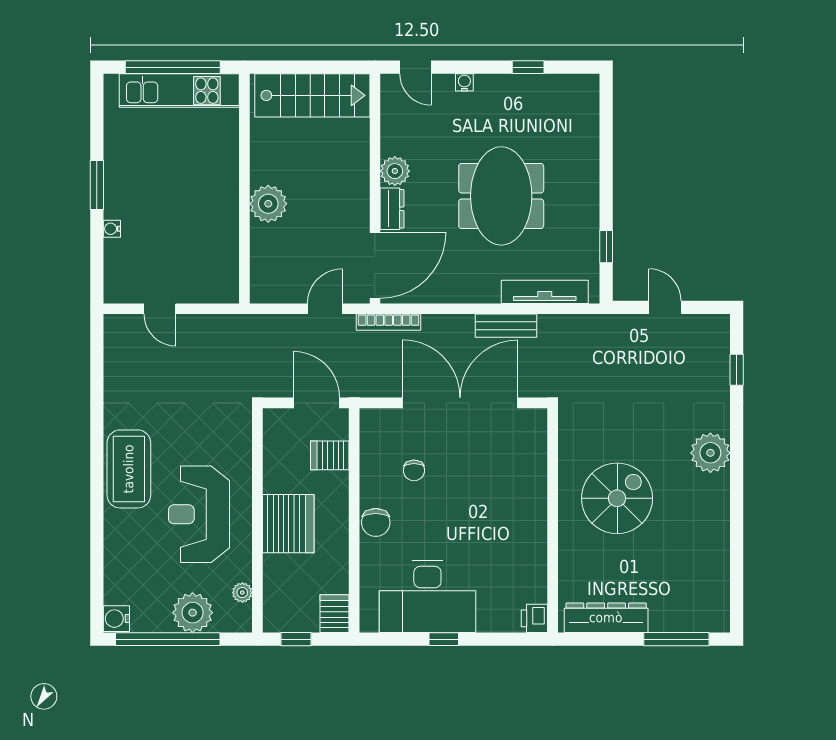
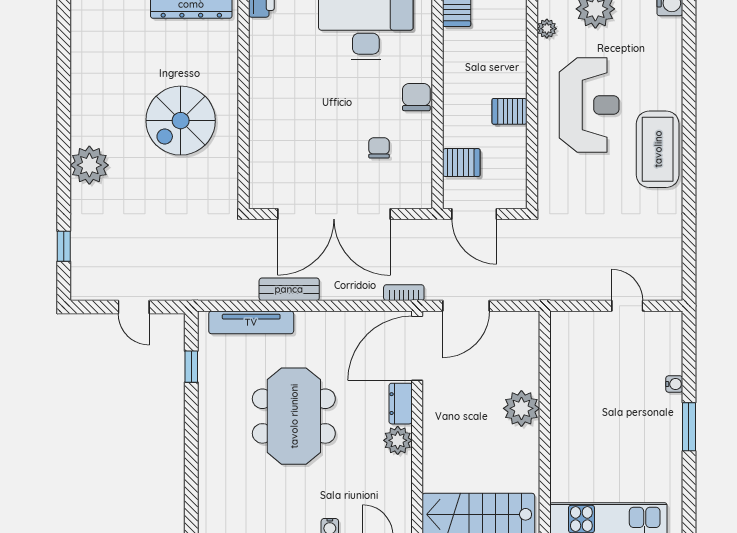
door: (325, 309) -> (466, 306), width x1.38
bookcase: (389, 322) -> (404, 293), width x0.64
server rack: (288, 524) -> (510, 111), width x0.46, depth x0.70

